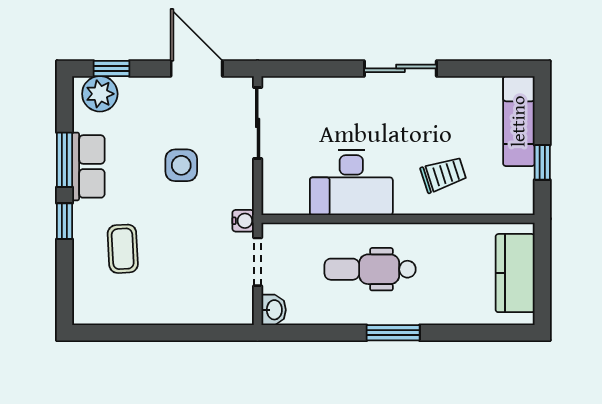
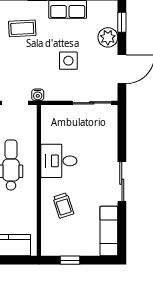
plant: (100, 94) -> (108, 37), moved
exam couch: (519, 121) -> (109, 231), moved, turned -90
desk: (351, 183) -> (59, 161), width x0.73

